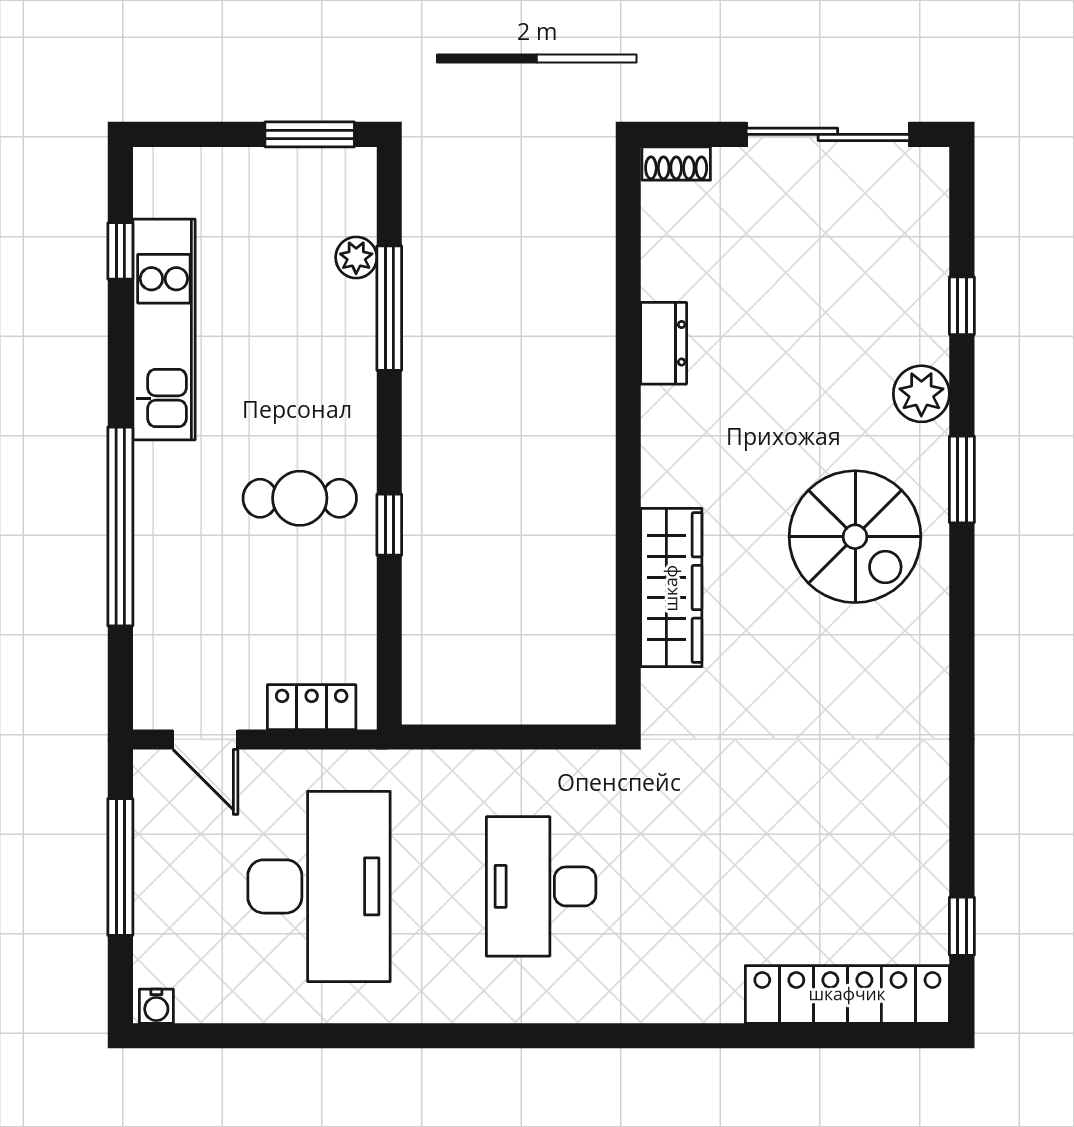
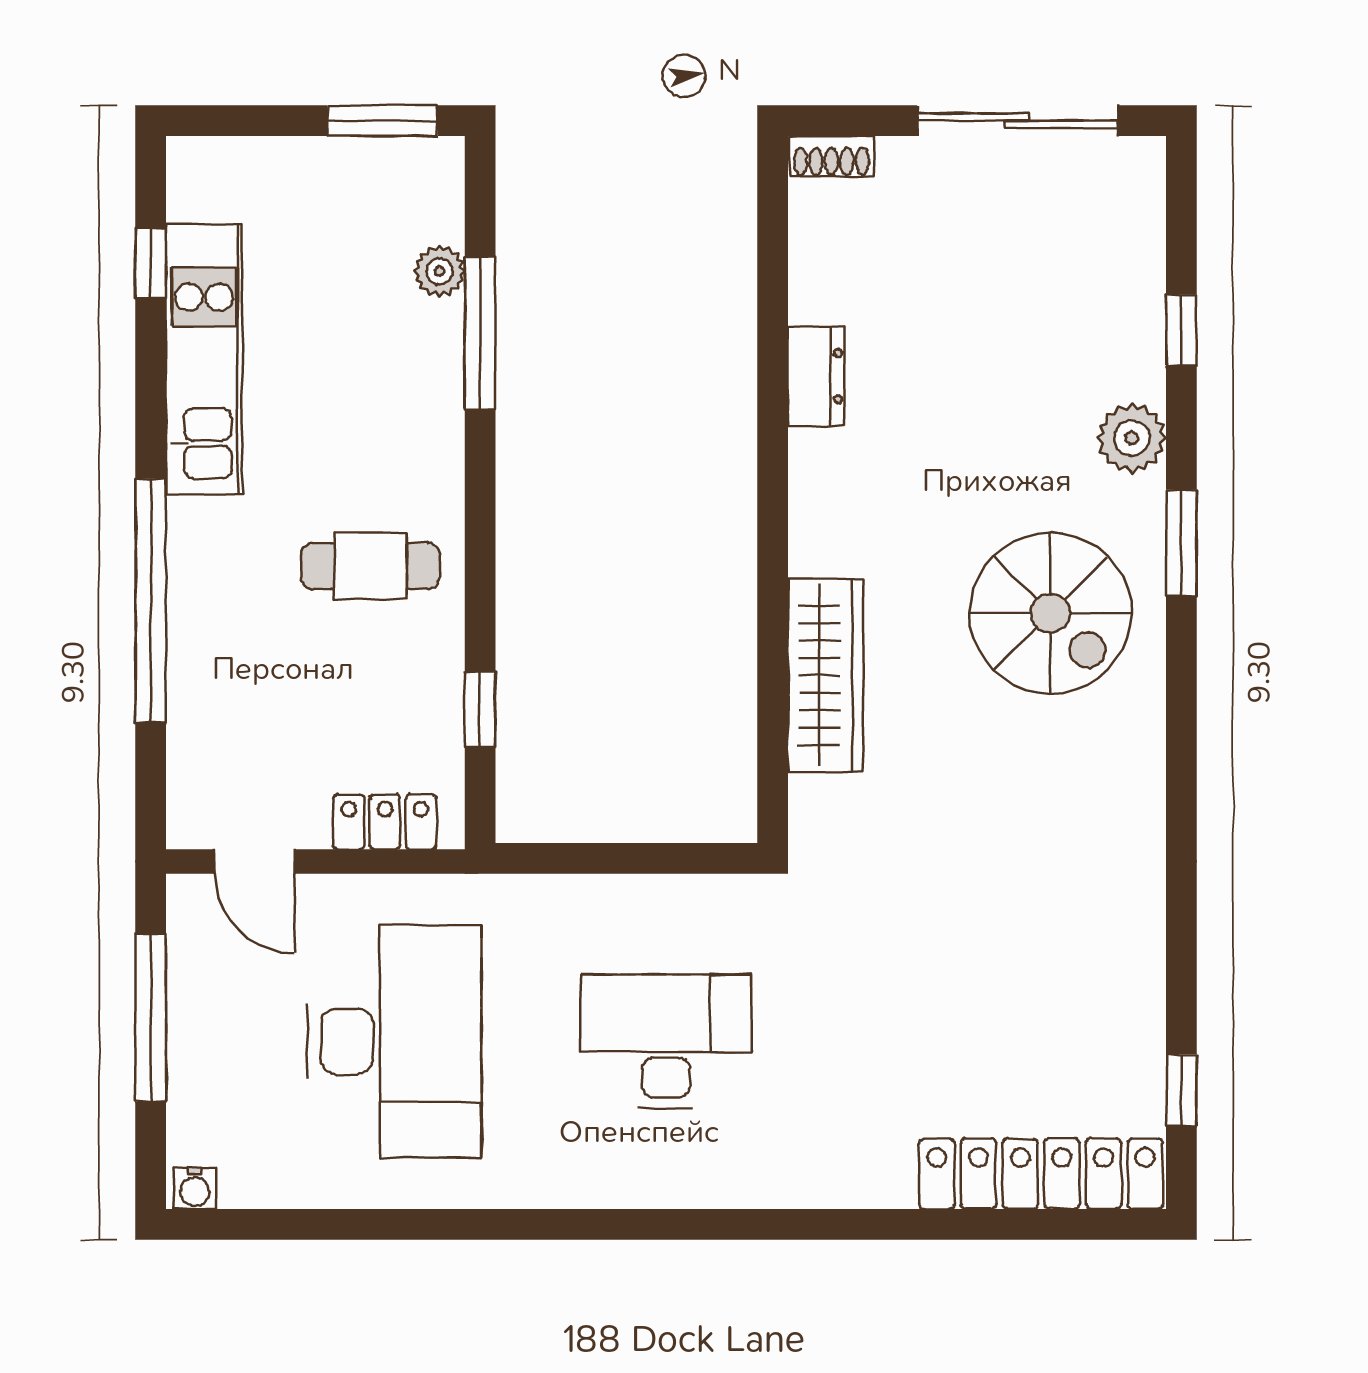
window: (389, 525) -> (480, 709), moved
desk: (541, 886) -> (666, 1041), turned 90

